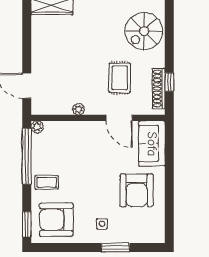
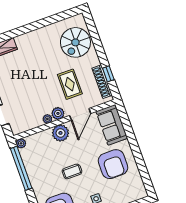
plant: (93, 107) -> (58, 113), added
door: (119, 118) -> (80, 114), hinge flipped
plant: (88, 131) -> (60, 133), added
coffee table: (47, 182) -> (72, 171), moved

